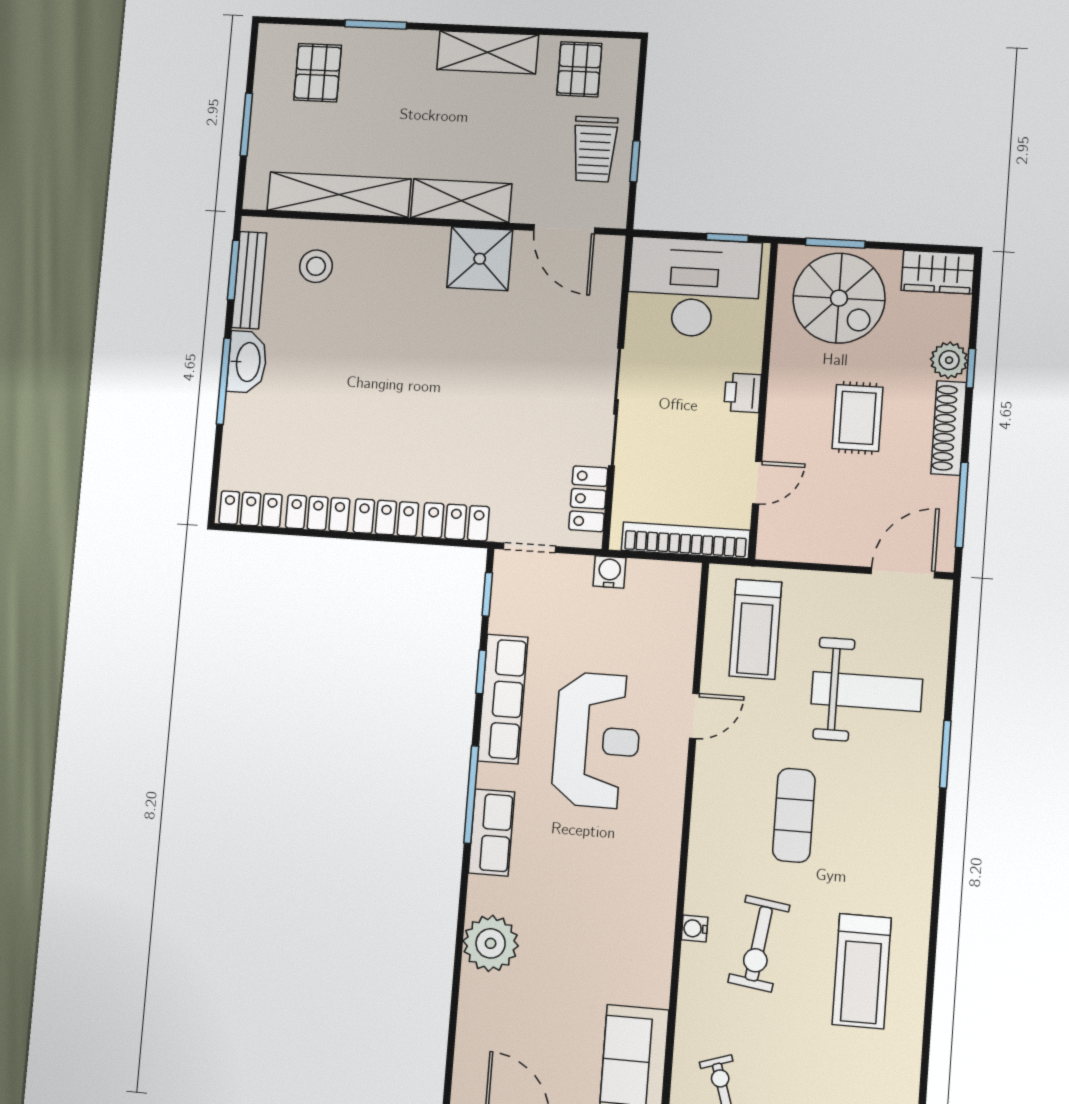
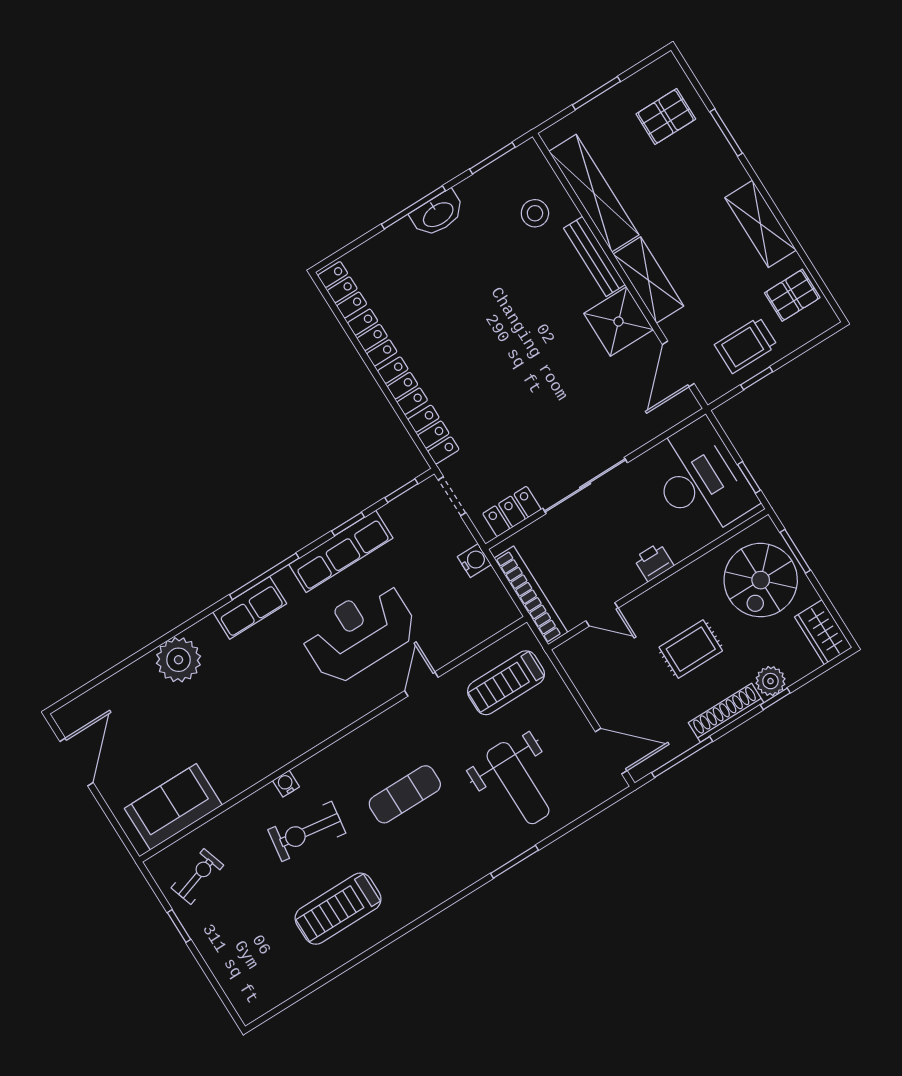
bench: (249, 280) -> (594, 256), moved, turned 90
door: (694, 716) -> (421, 684), swing flipped
reception desk: (597, 740) -> (359, 632), turned 180

